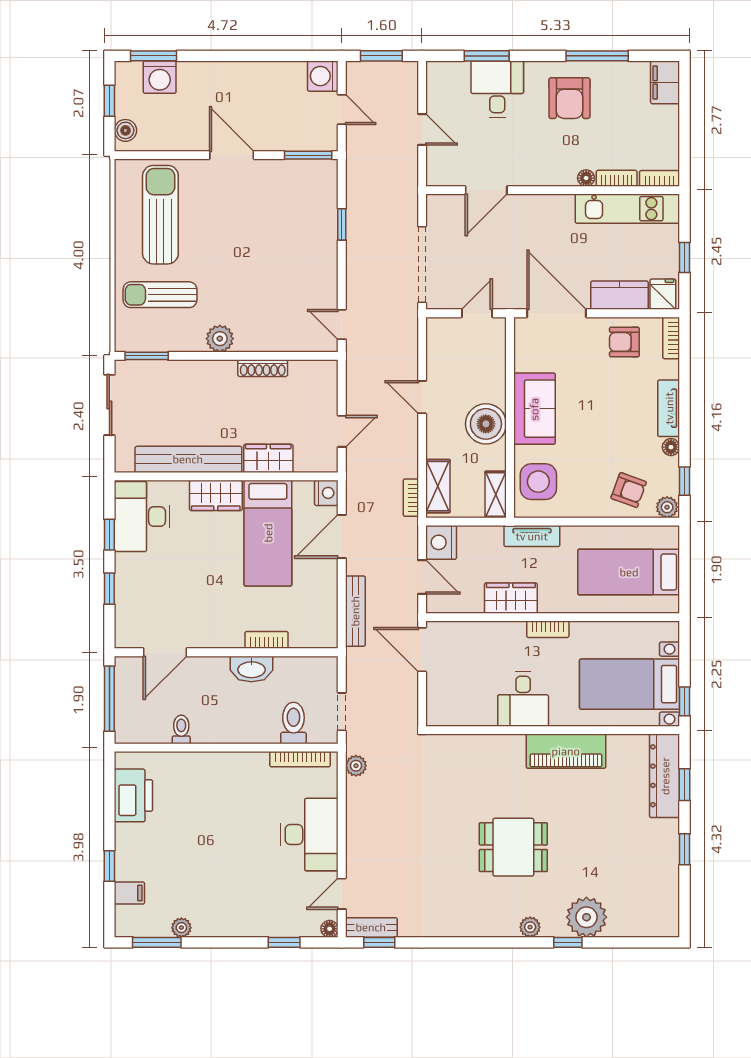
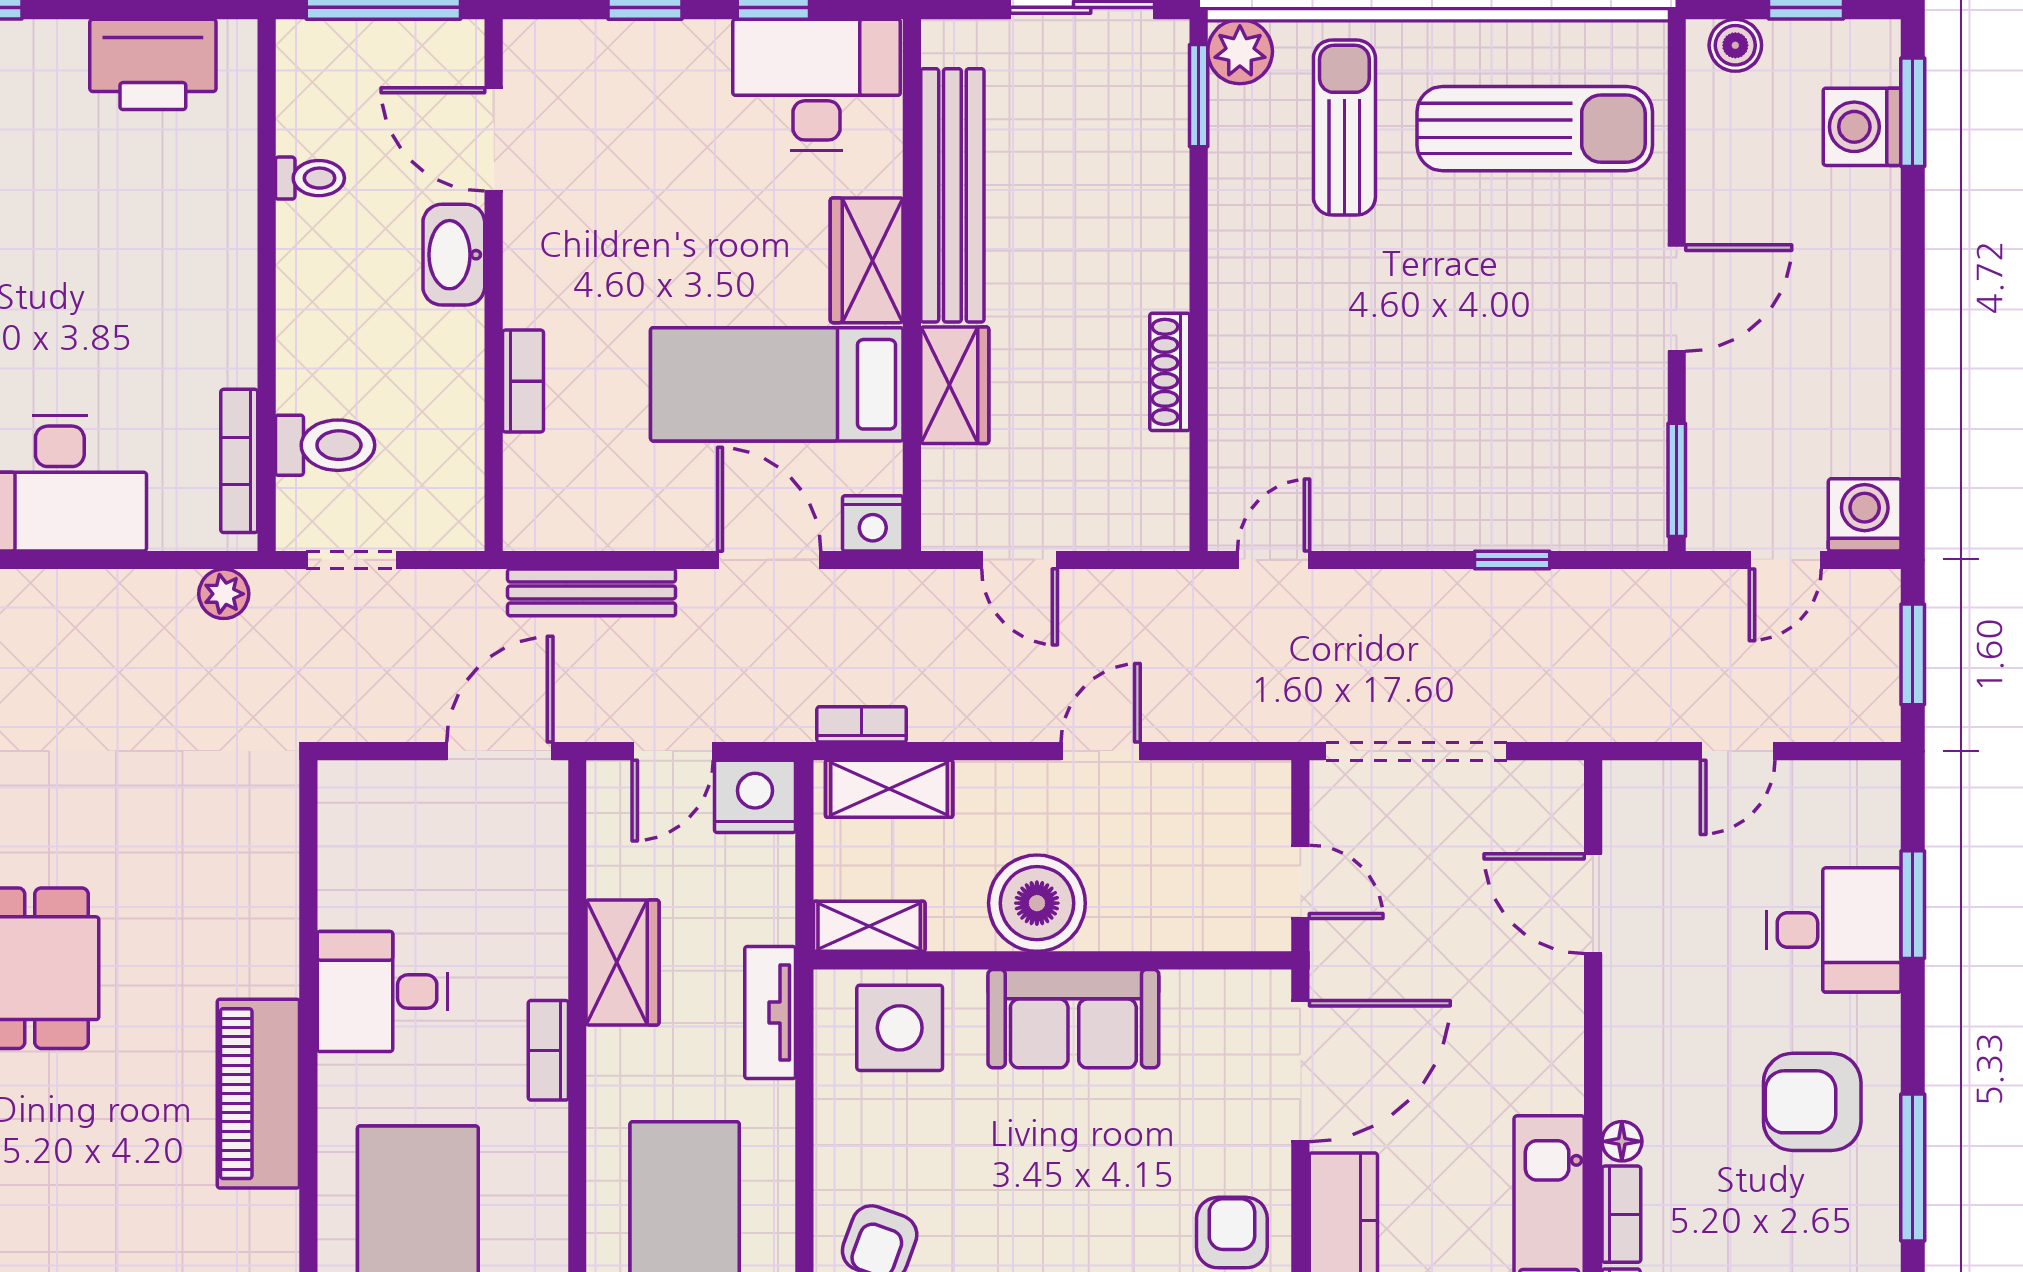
plant: (220, 339) -> (1240, 52), moved
washbasin: (251, 669) -> (454, 255), moved

